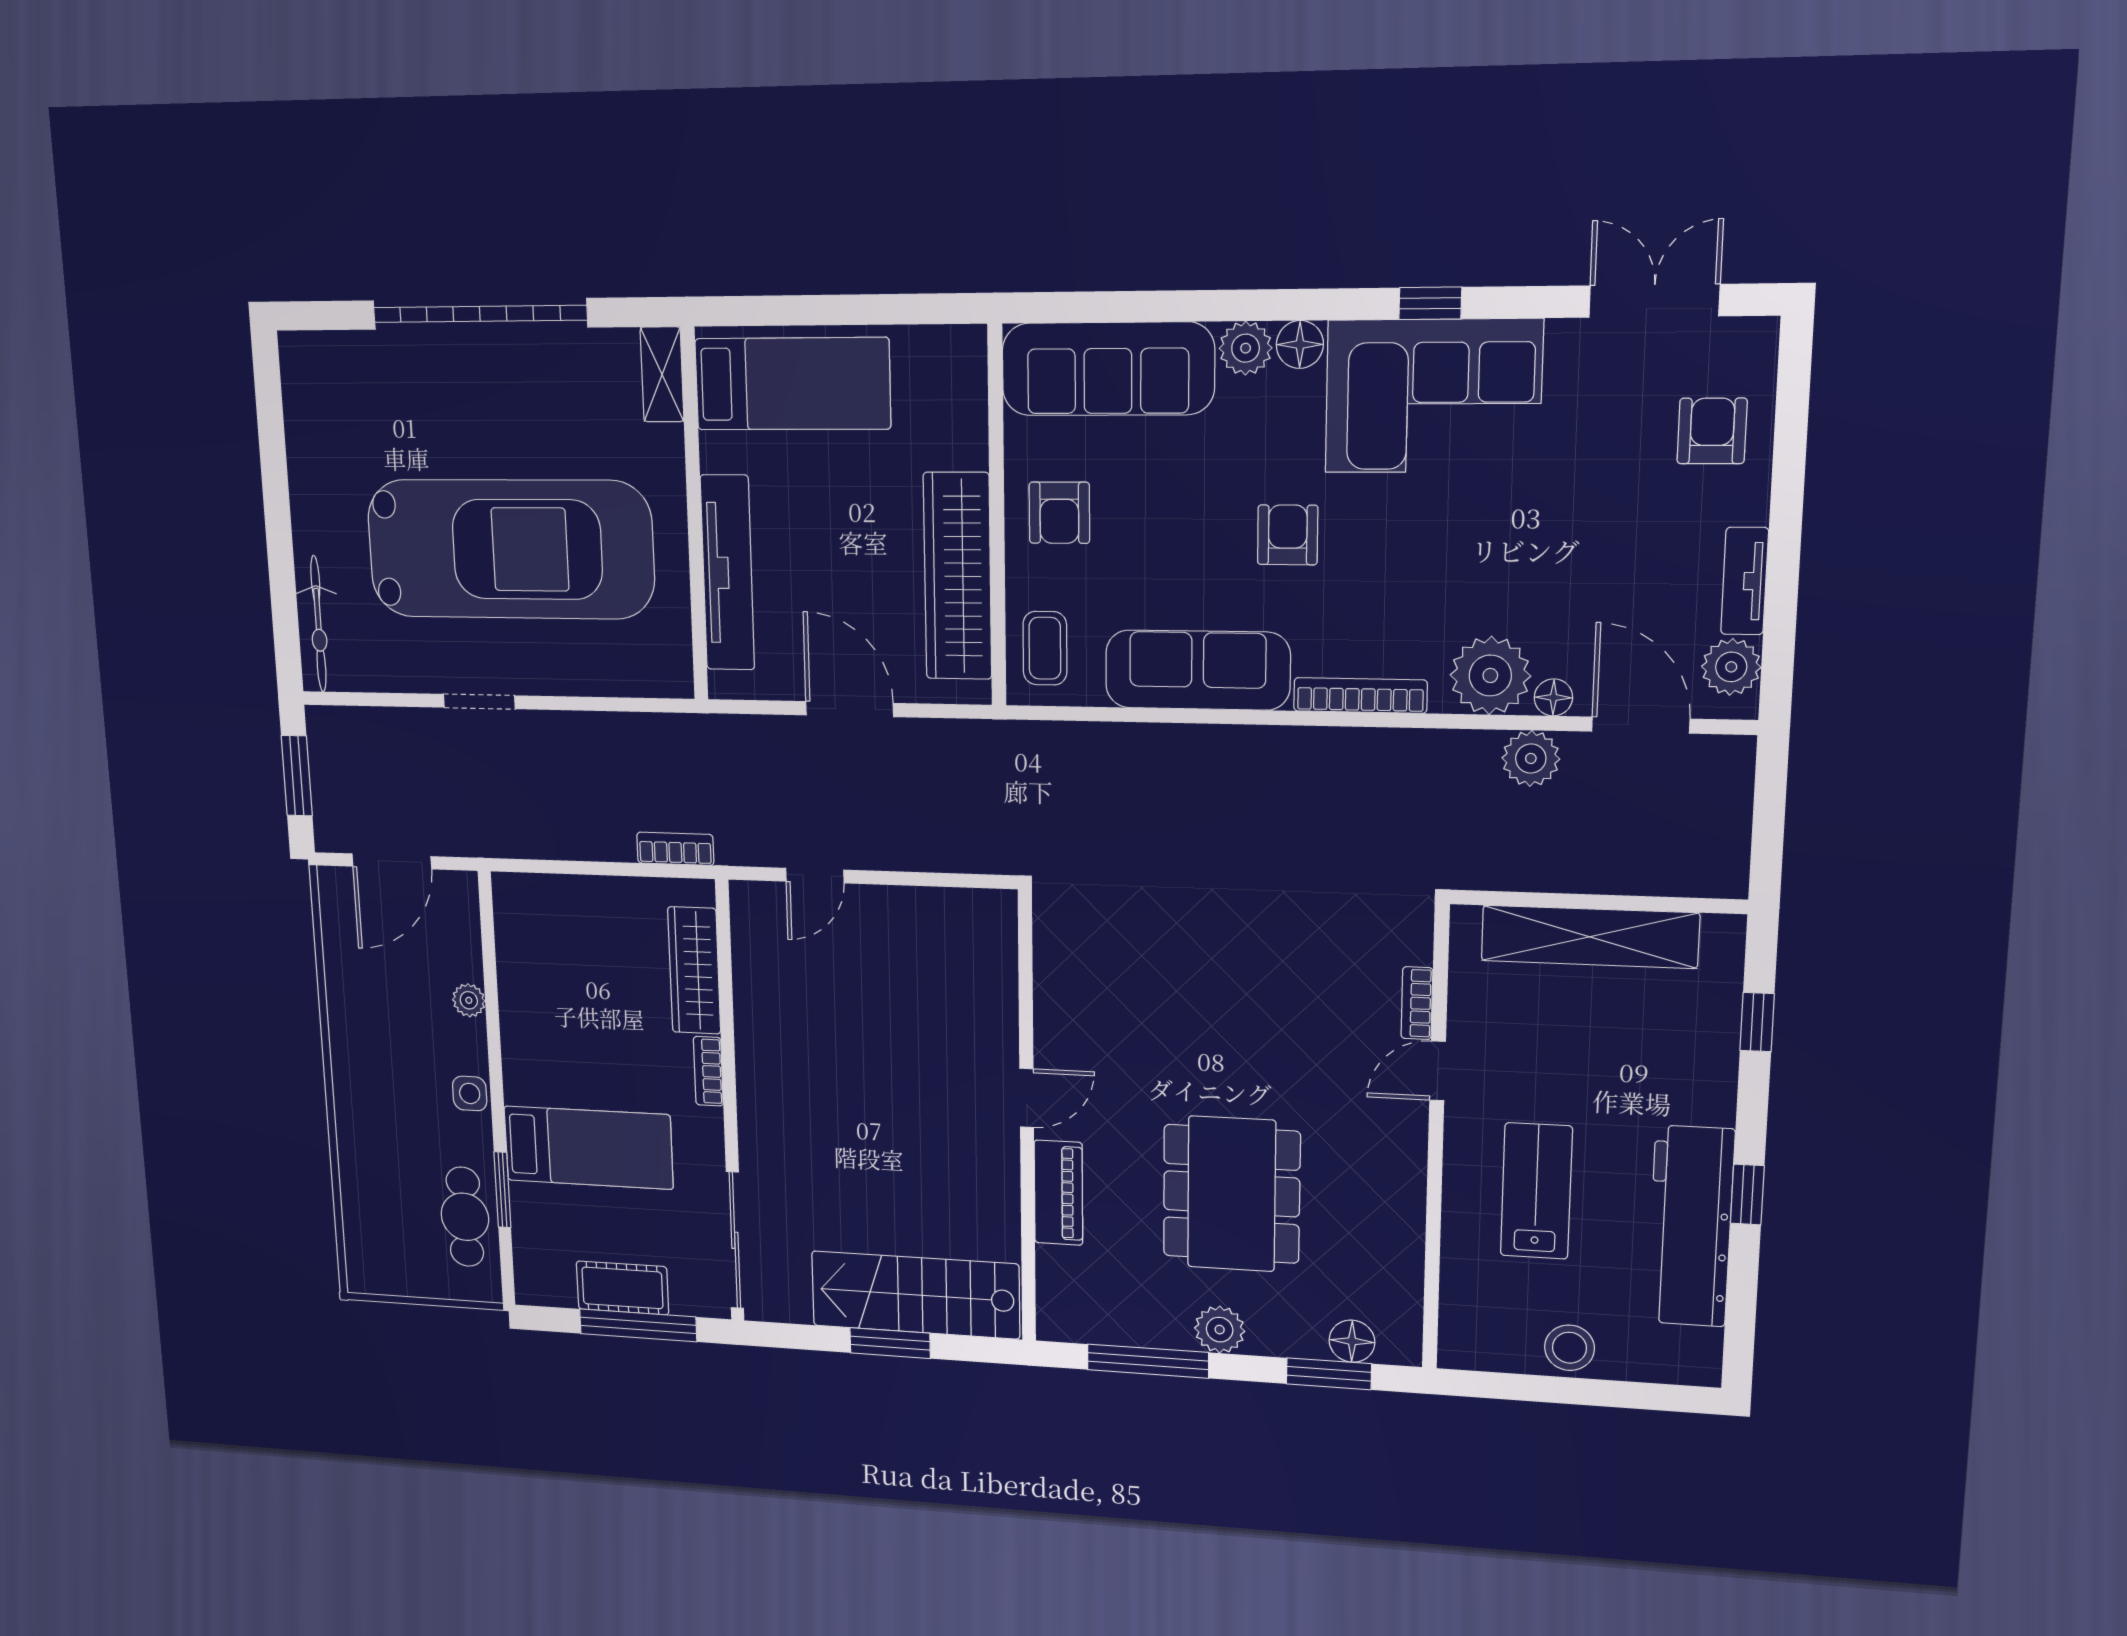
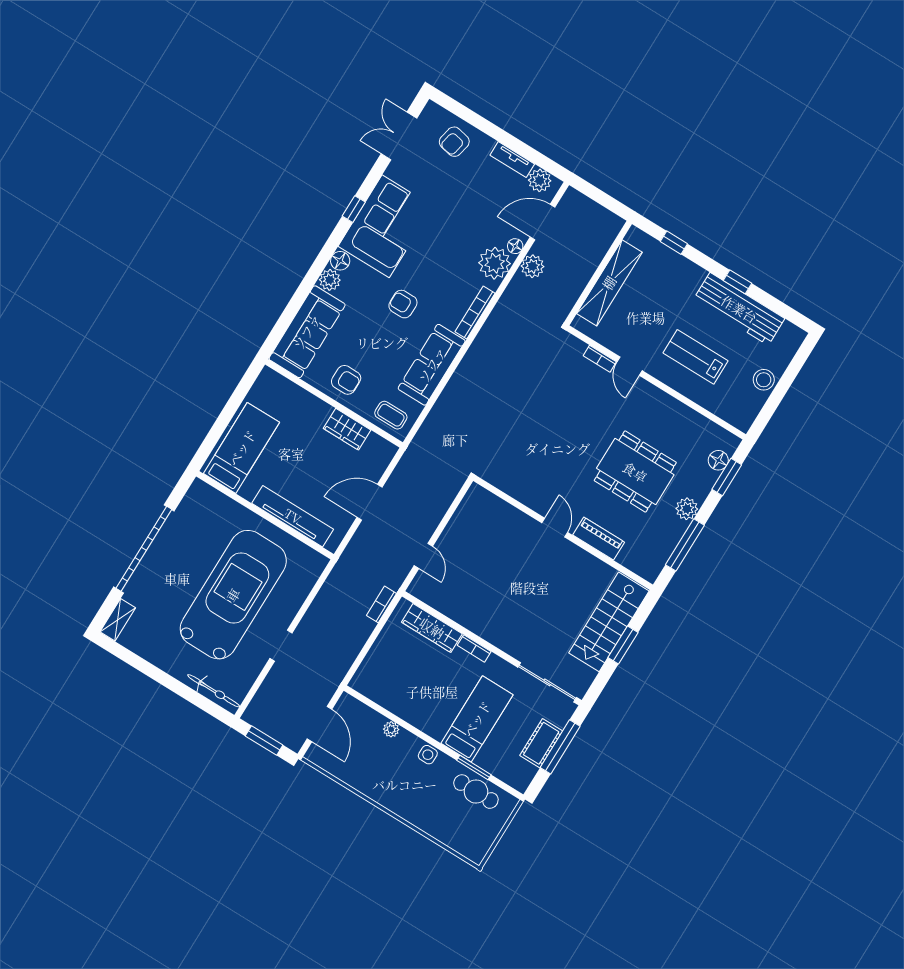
shelving: (662, 374) -> (118, 620), moved, turned 90
armchair: (1712, 431) -> (454, 142), turned -78
wardrobe: (958, 576) -> (347, 429), width x0.48, depth x0.85

